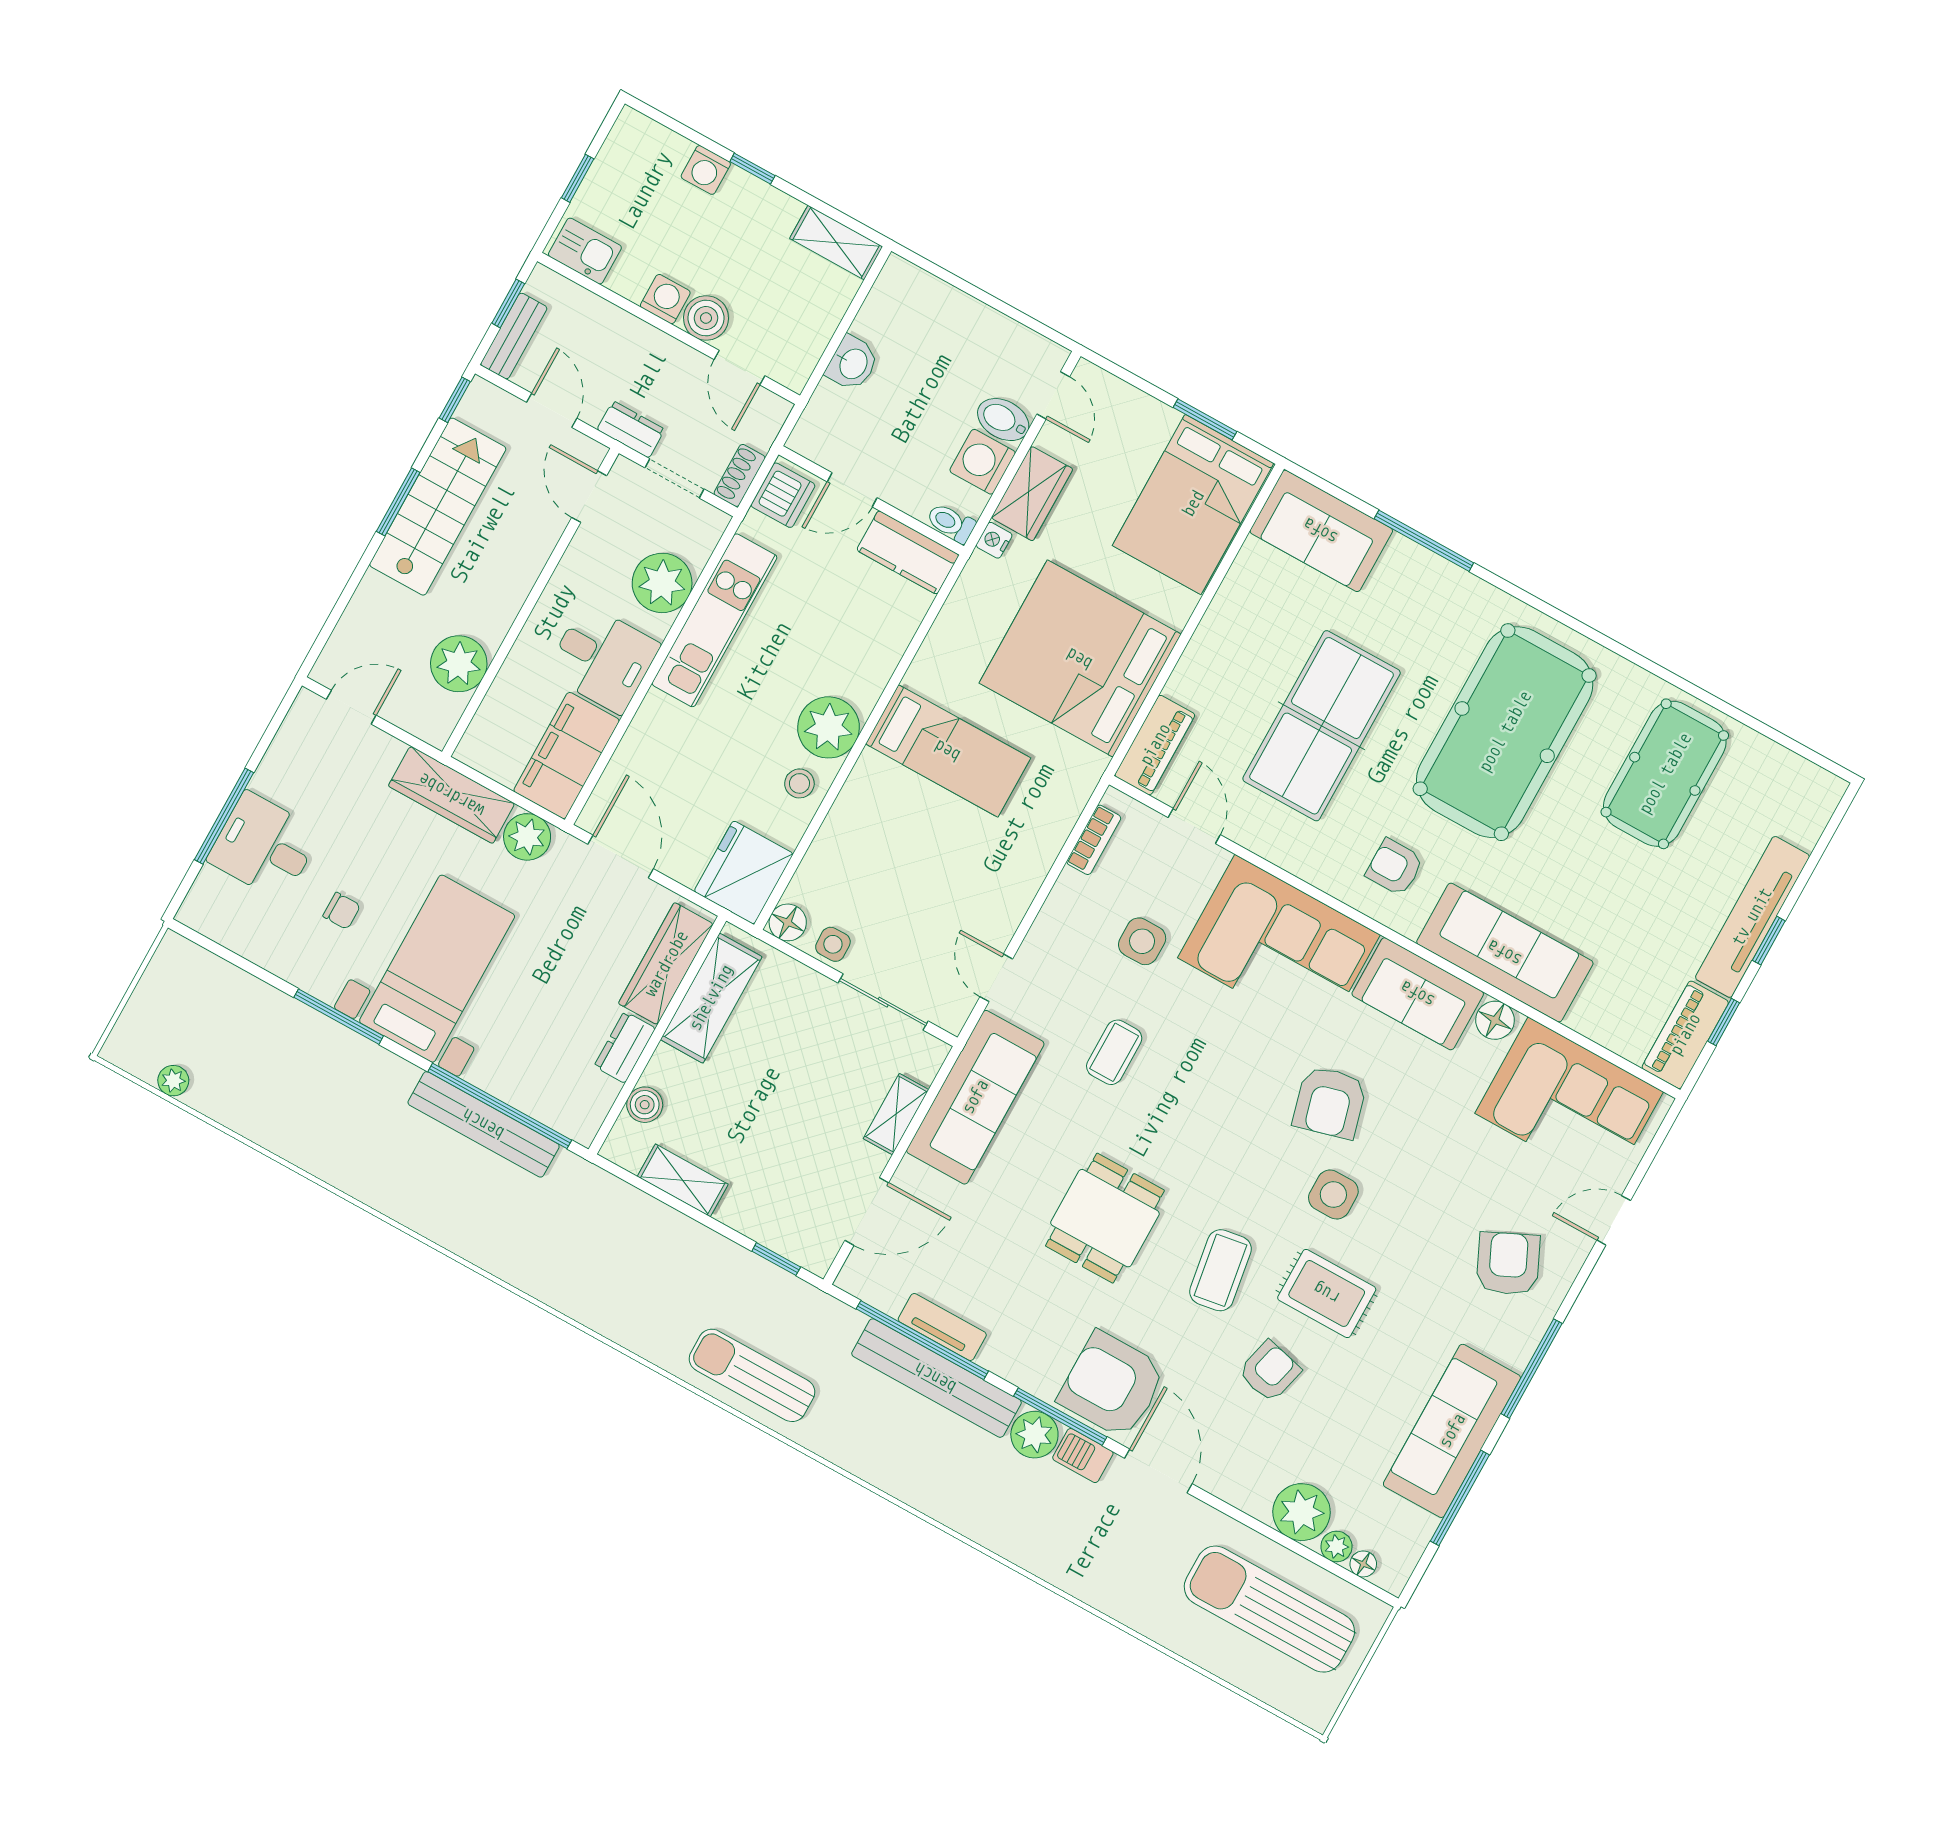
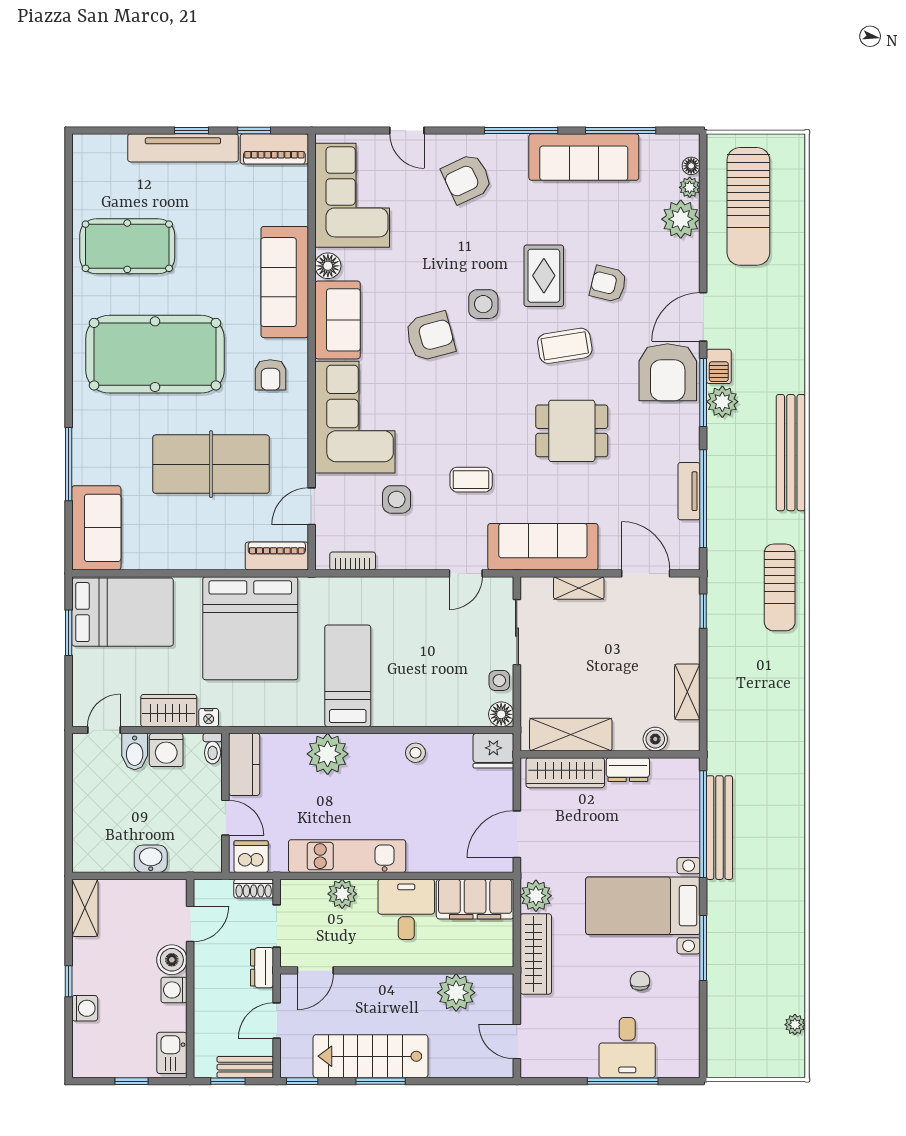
plant: (662, 583) -> (342, 894), width x0.73, depth x0.73
plant: (828, 727) -> (328, 754), moved
fridge: (744, 872) -> (493, 751), width x0.73, depth x0.75
bench: (936, 1378) -> (791, 453), moved

